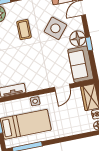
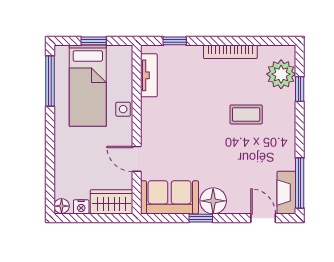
side table: (55, 28) -> (238, 167), removed

